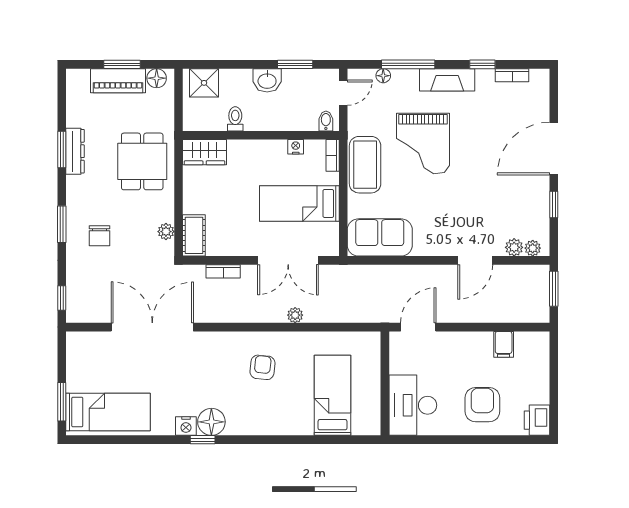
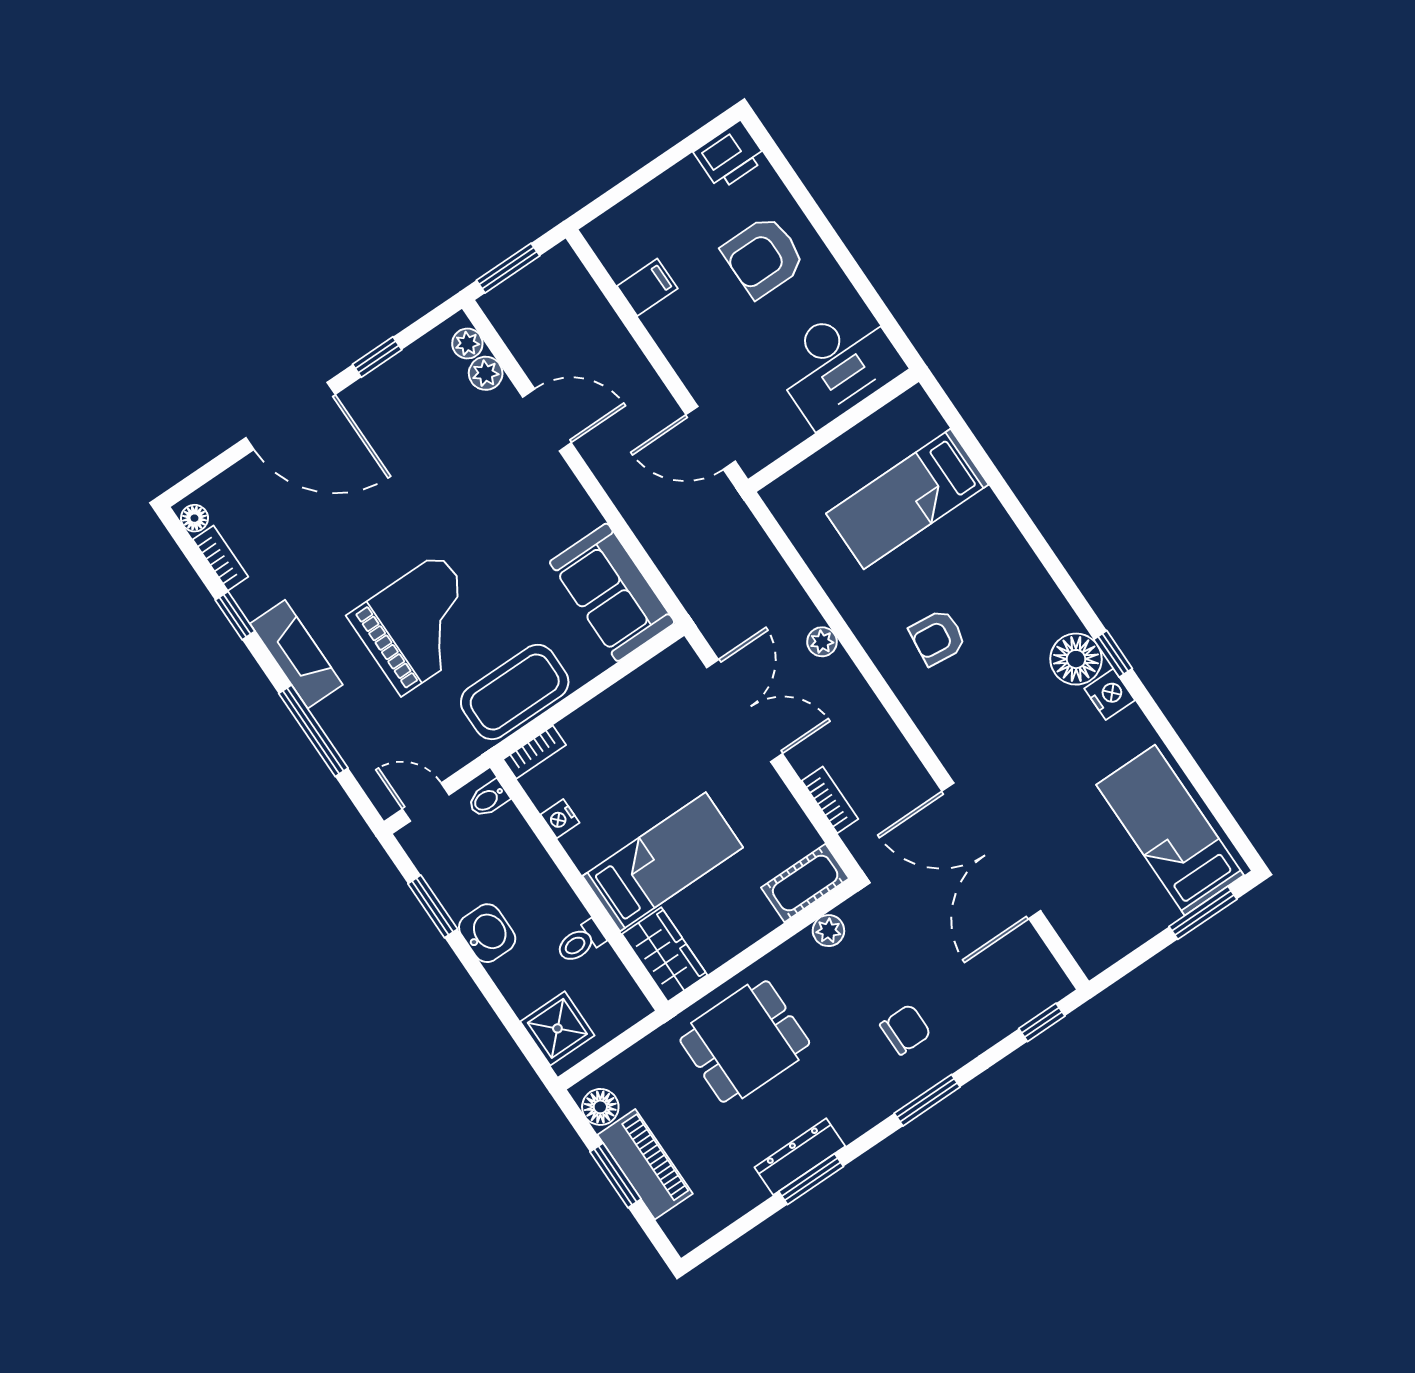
floor lamp: (383, 76) -> (194, 518), moved
bed: (299, 203) -> (663, 862), moved, turned -90

